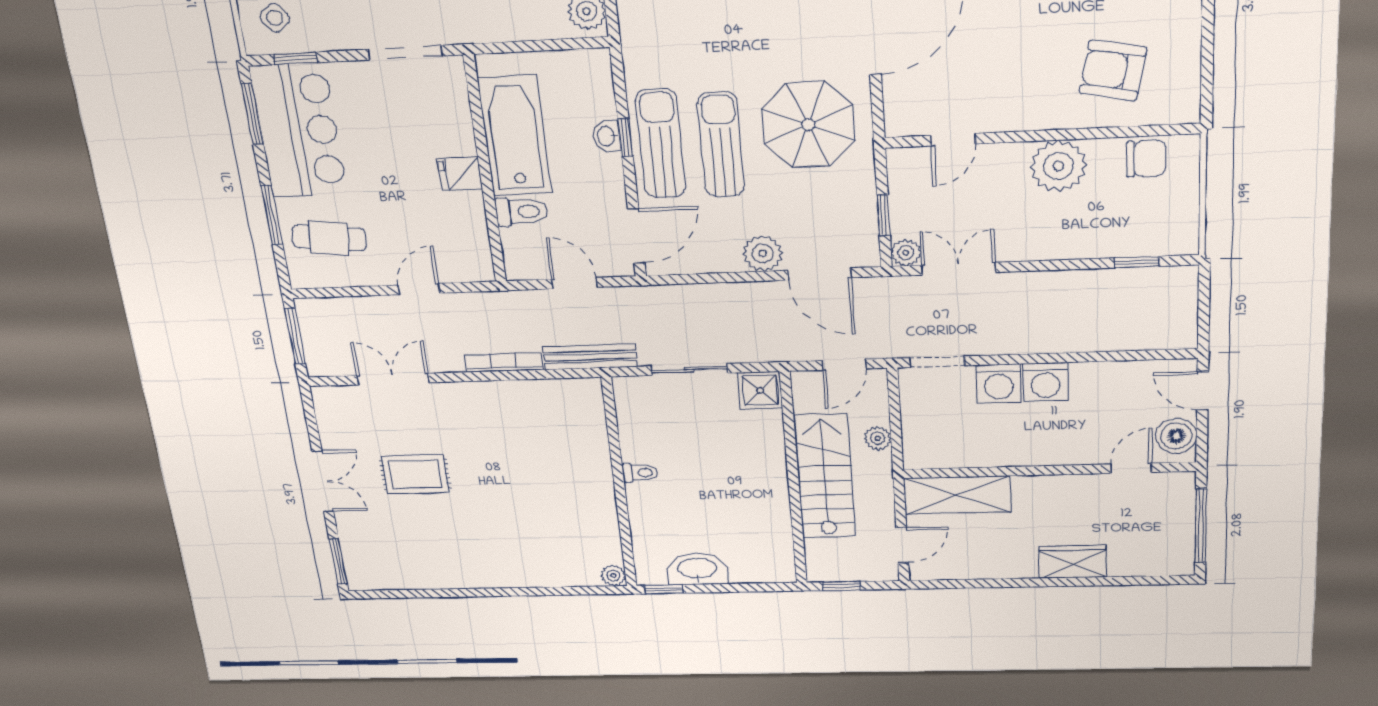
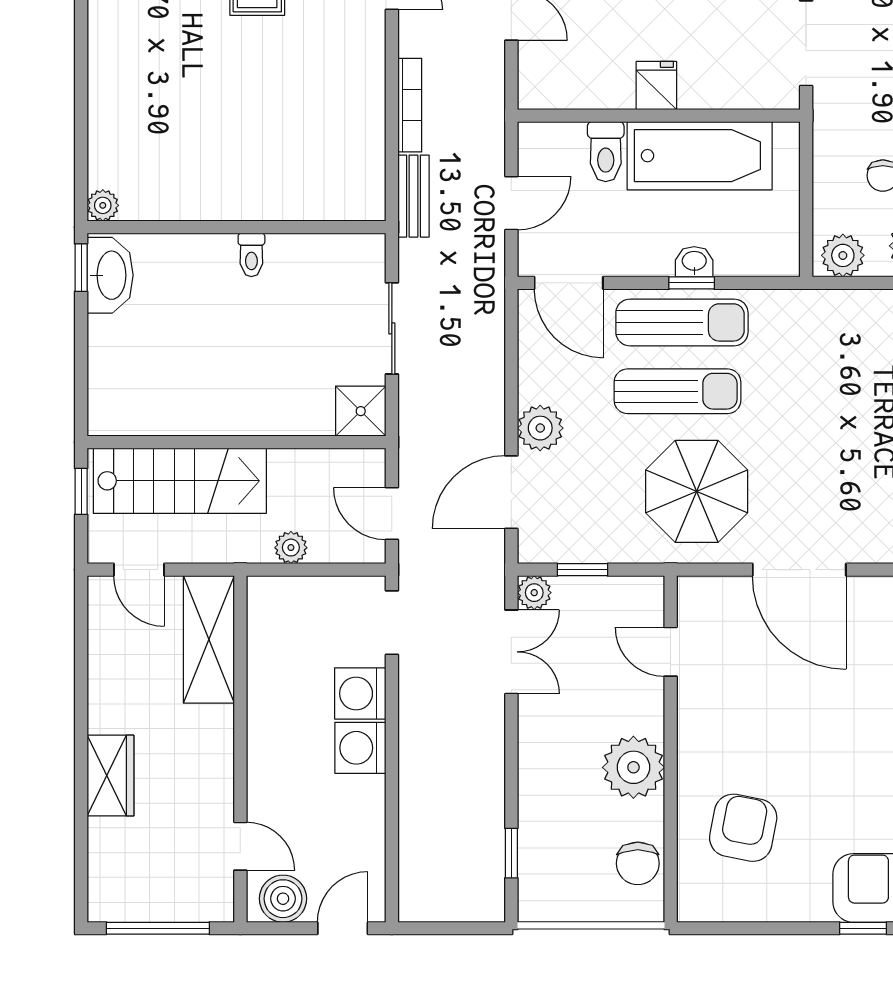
bench: (590, 357) -> (413, 196), width x0.73
stairs: (825, 476) -> (180, 481), moved
washbasin: (697, 569) -> (110, 275), moved

